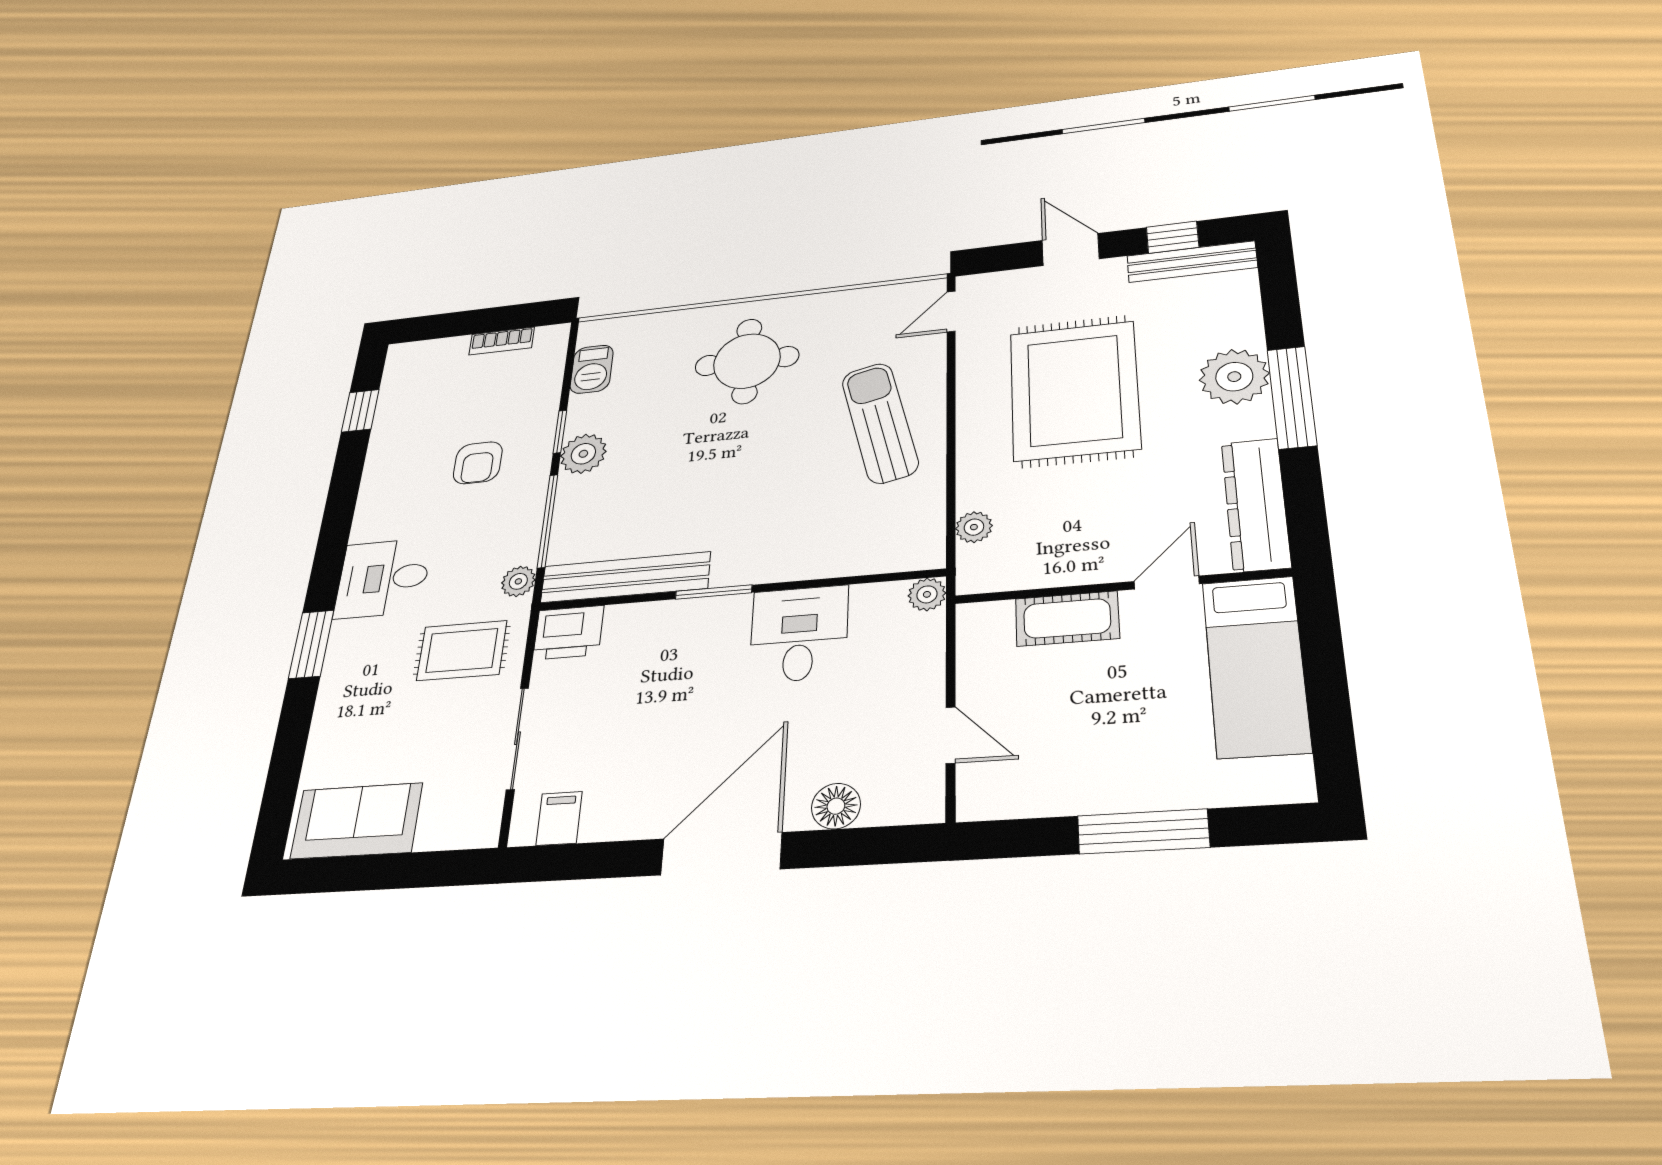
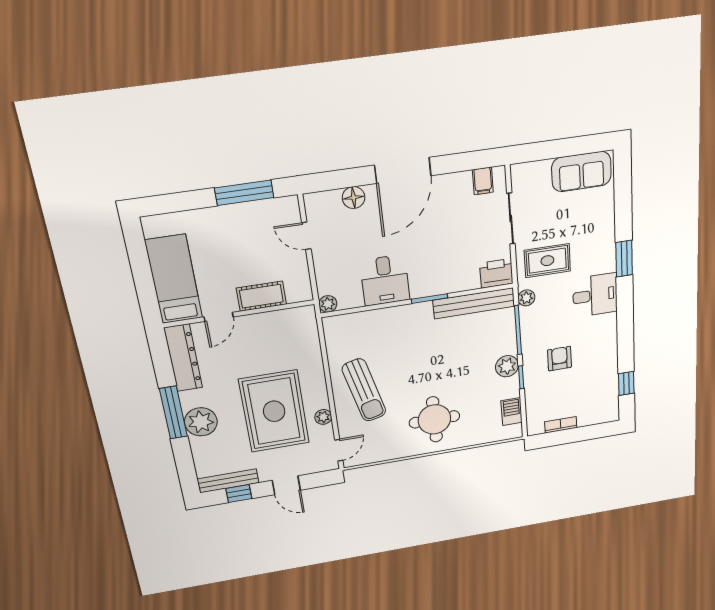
plant: (974, 527) -> (323, 417), moved
window: (1143, 831) -> (244, 193), moved

